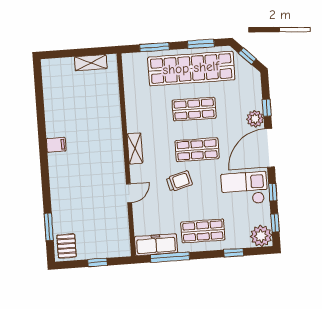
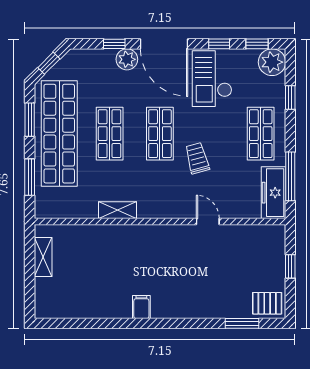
shelving: (135, 148) -> (117, 210), moved

